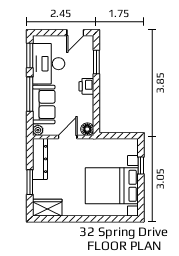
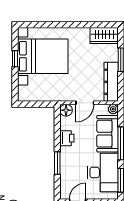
window: (96, 62) -> (57, 163), moved
printer: (86, 86) -> (67, 138), moved
window: (141, 166) -> (15, 59), moved

